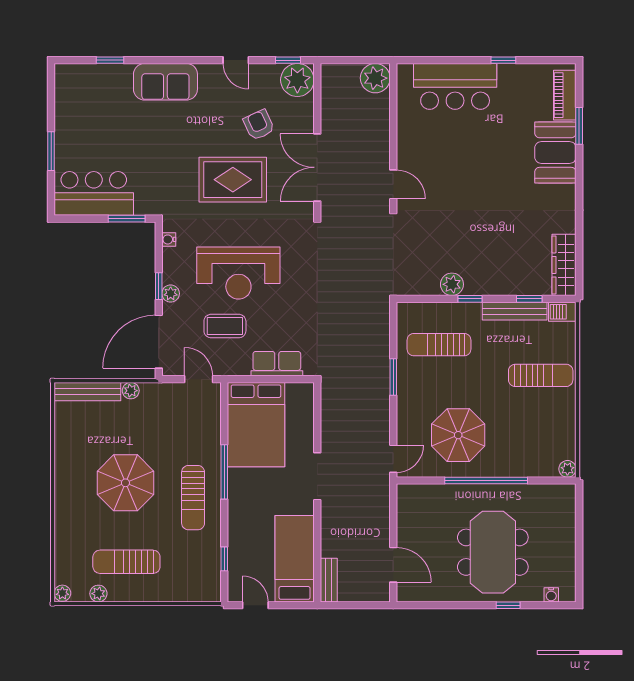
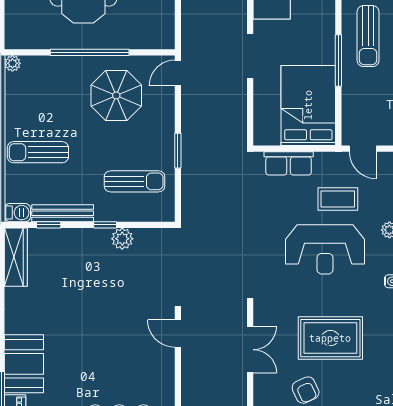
double door: (317, 167) -> (250, 350), width x0.73
reception desk: (238, 273) -> (325, 249), turned 180
sun lounger: (193, 498) -> (368, 36), turned 180

